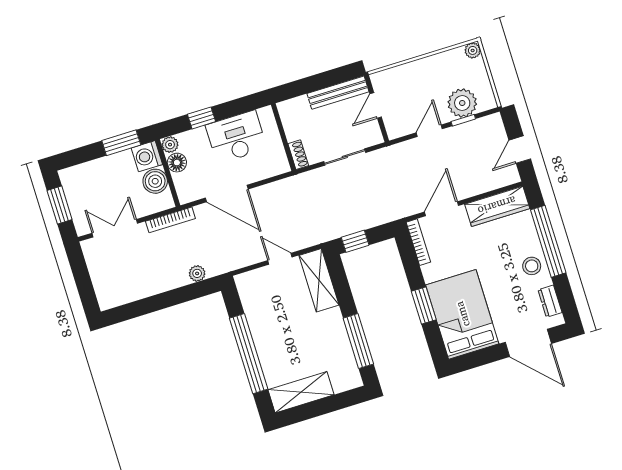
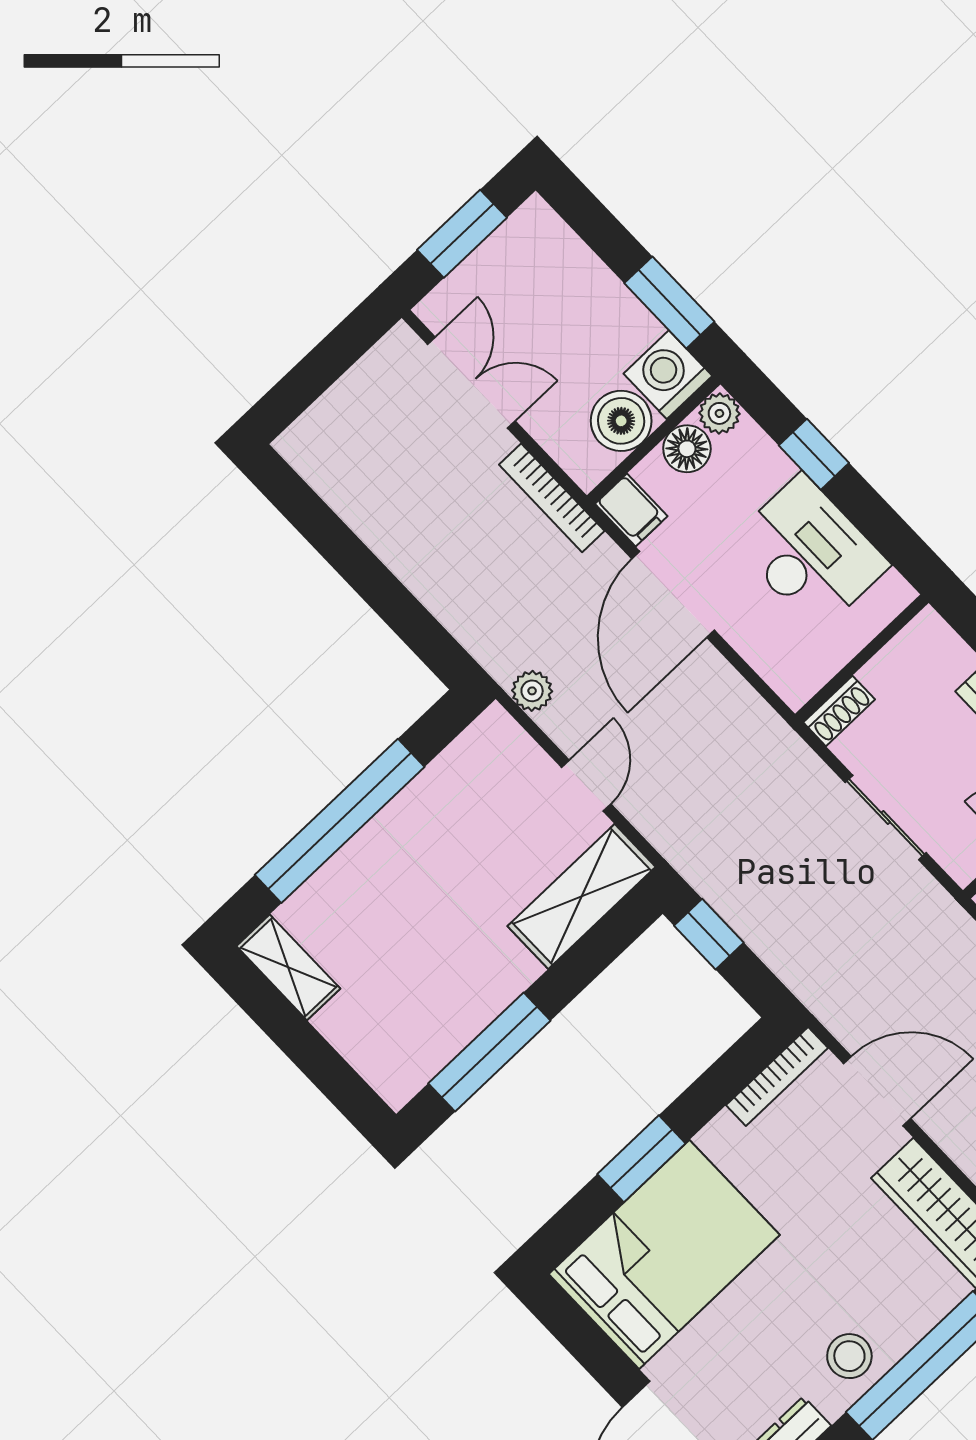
filing cabinet: (189, 193) -> (631, 510), added
plant: (197, 273) -> (532, 691), moved
shelving: (301, 392) -> (288, 967), width x0.67, depth x0.75

